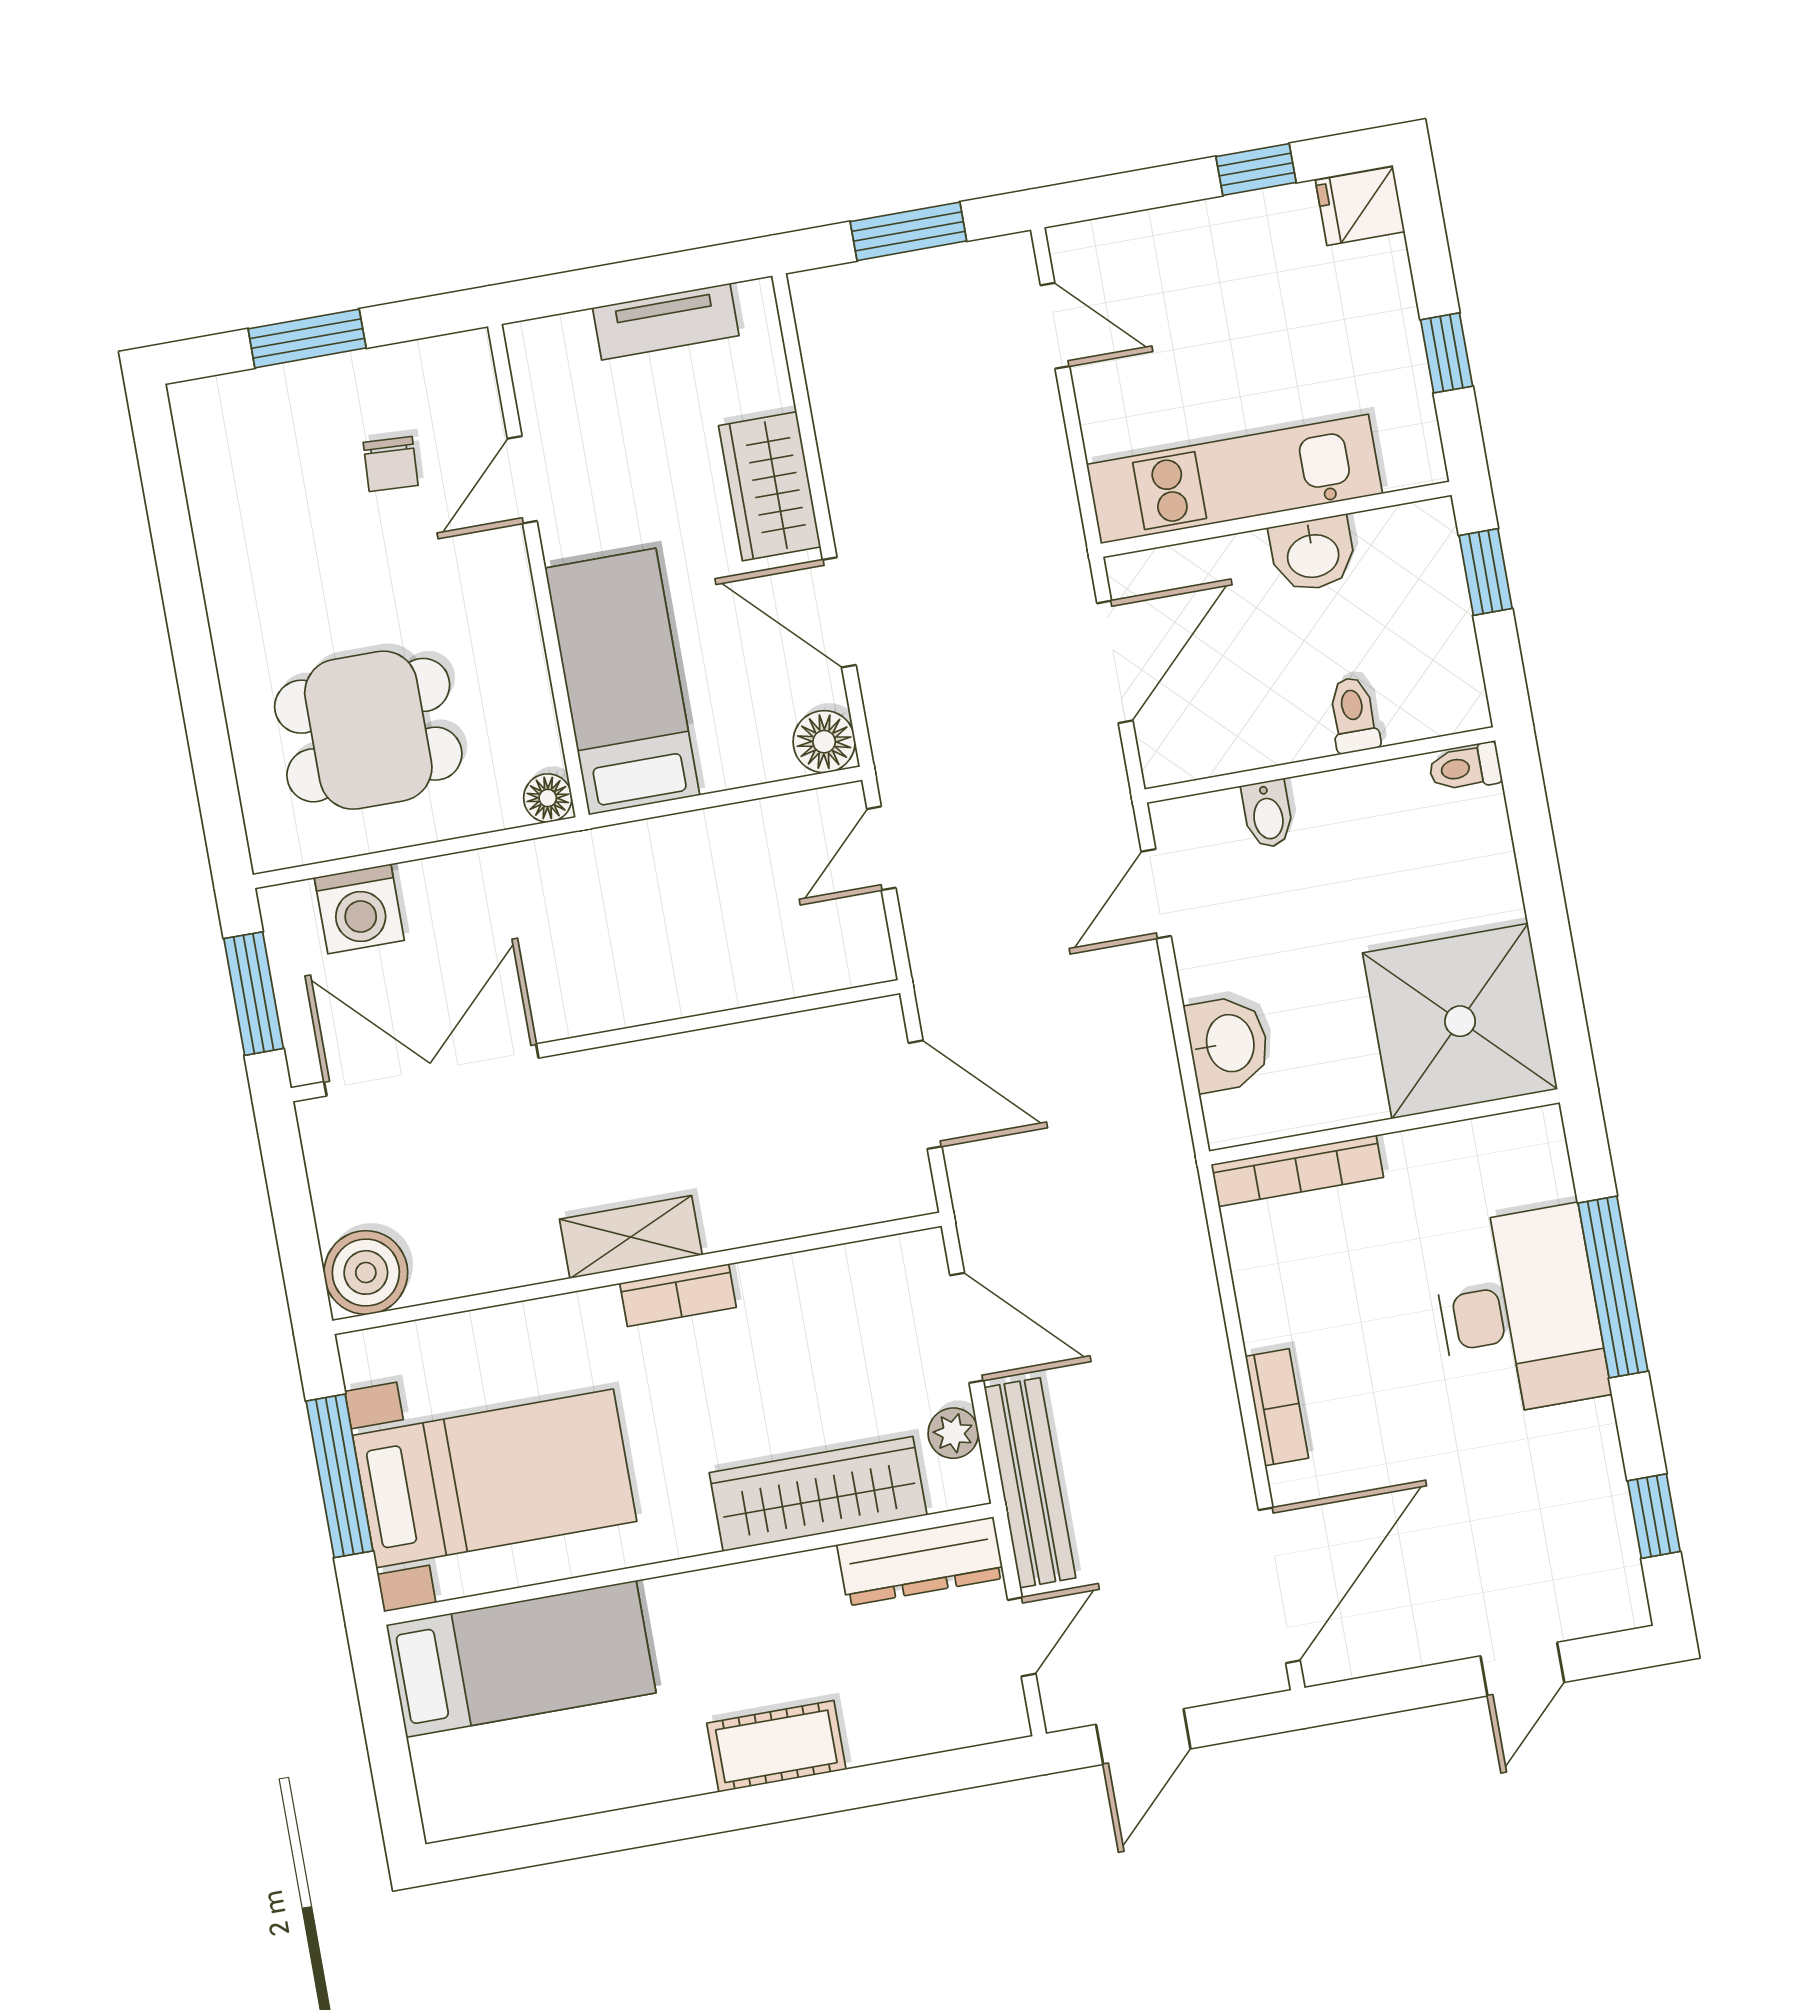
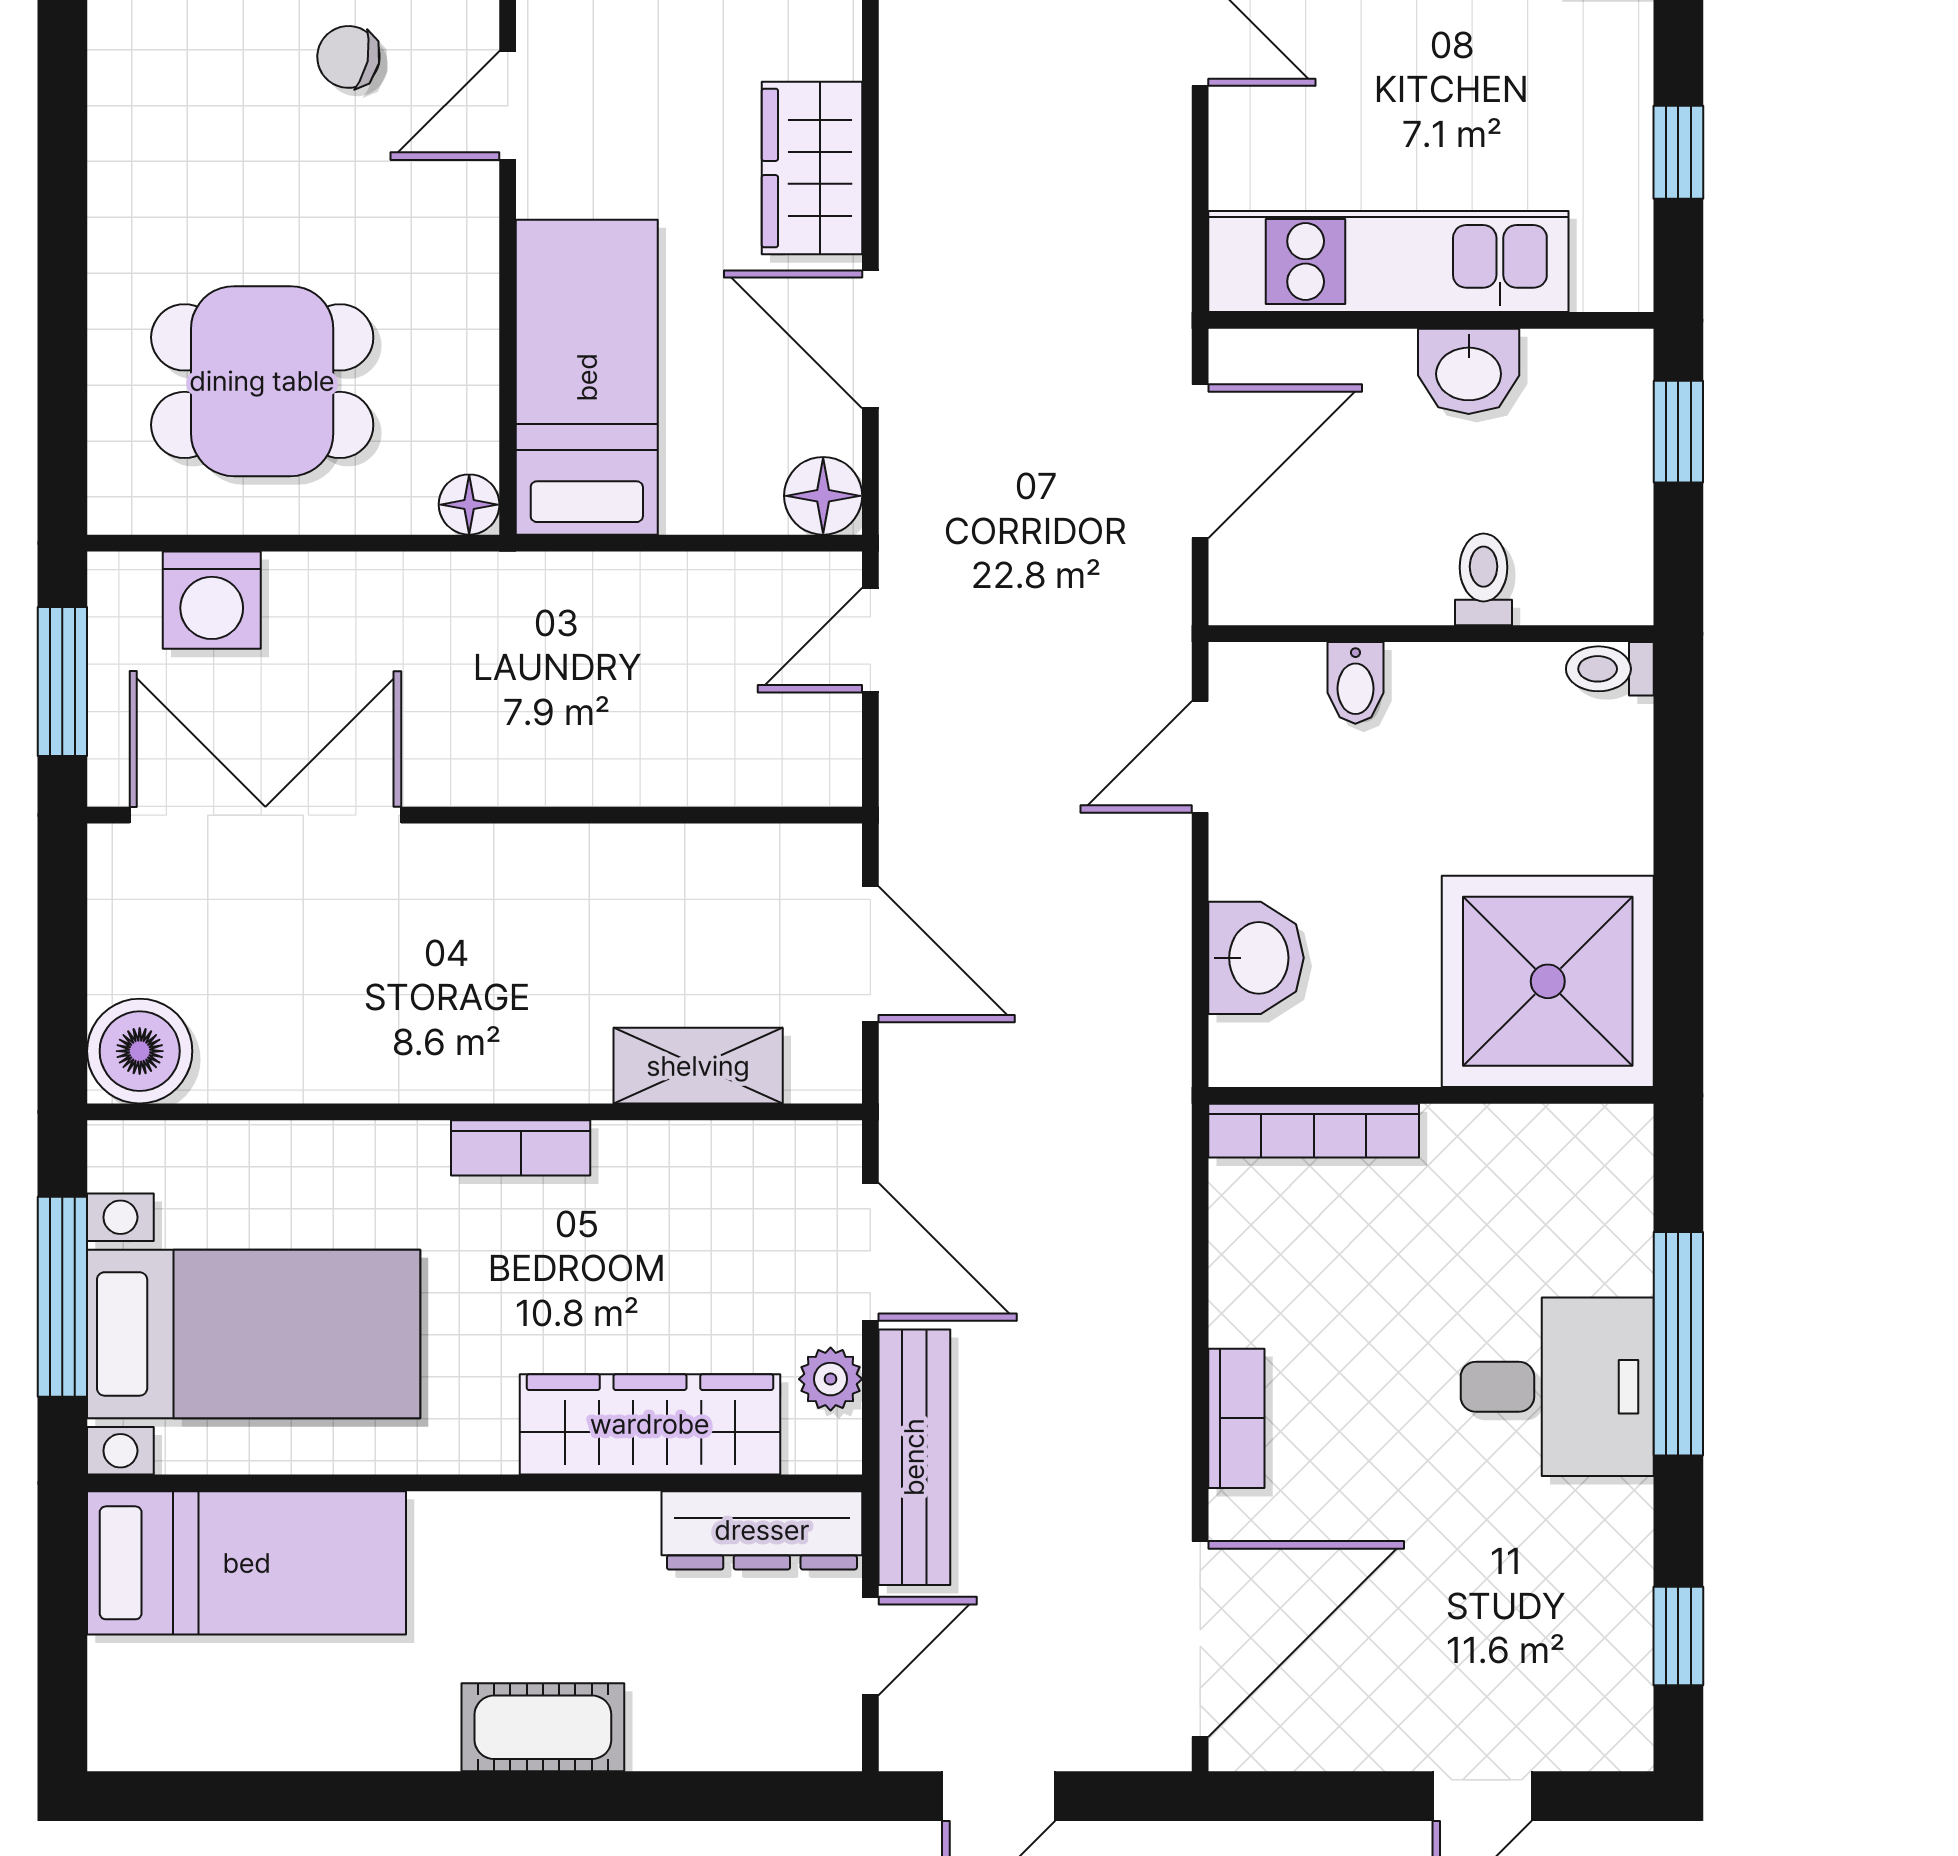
chair: (391, 464) -> (348, 57), turned 99
shelving: (631, 1237) -> (698, 1066), moved
desk: (1519, 1312) -> (1557, 1387), width x0.73

